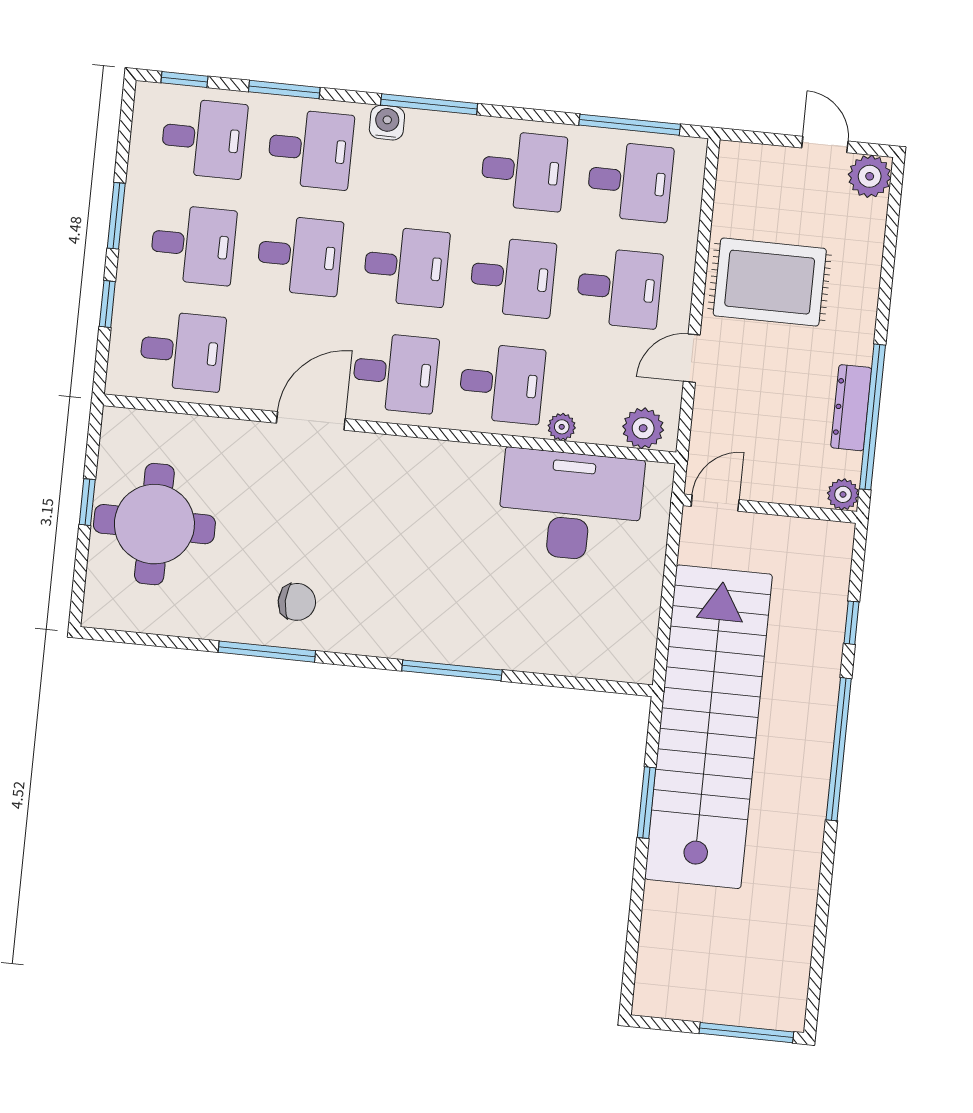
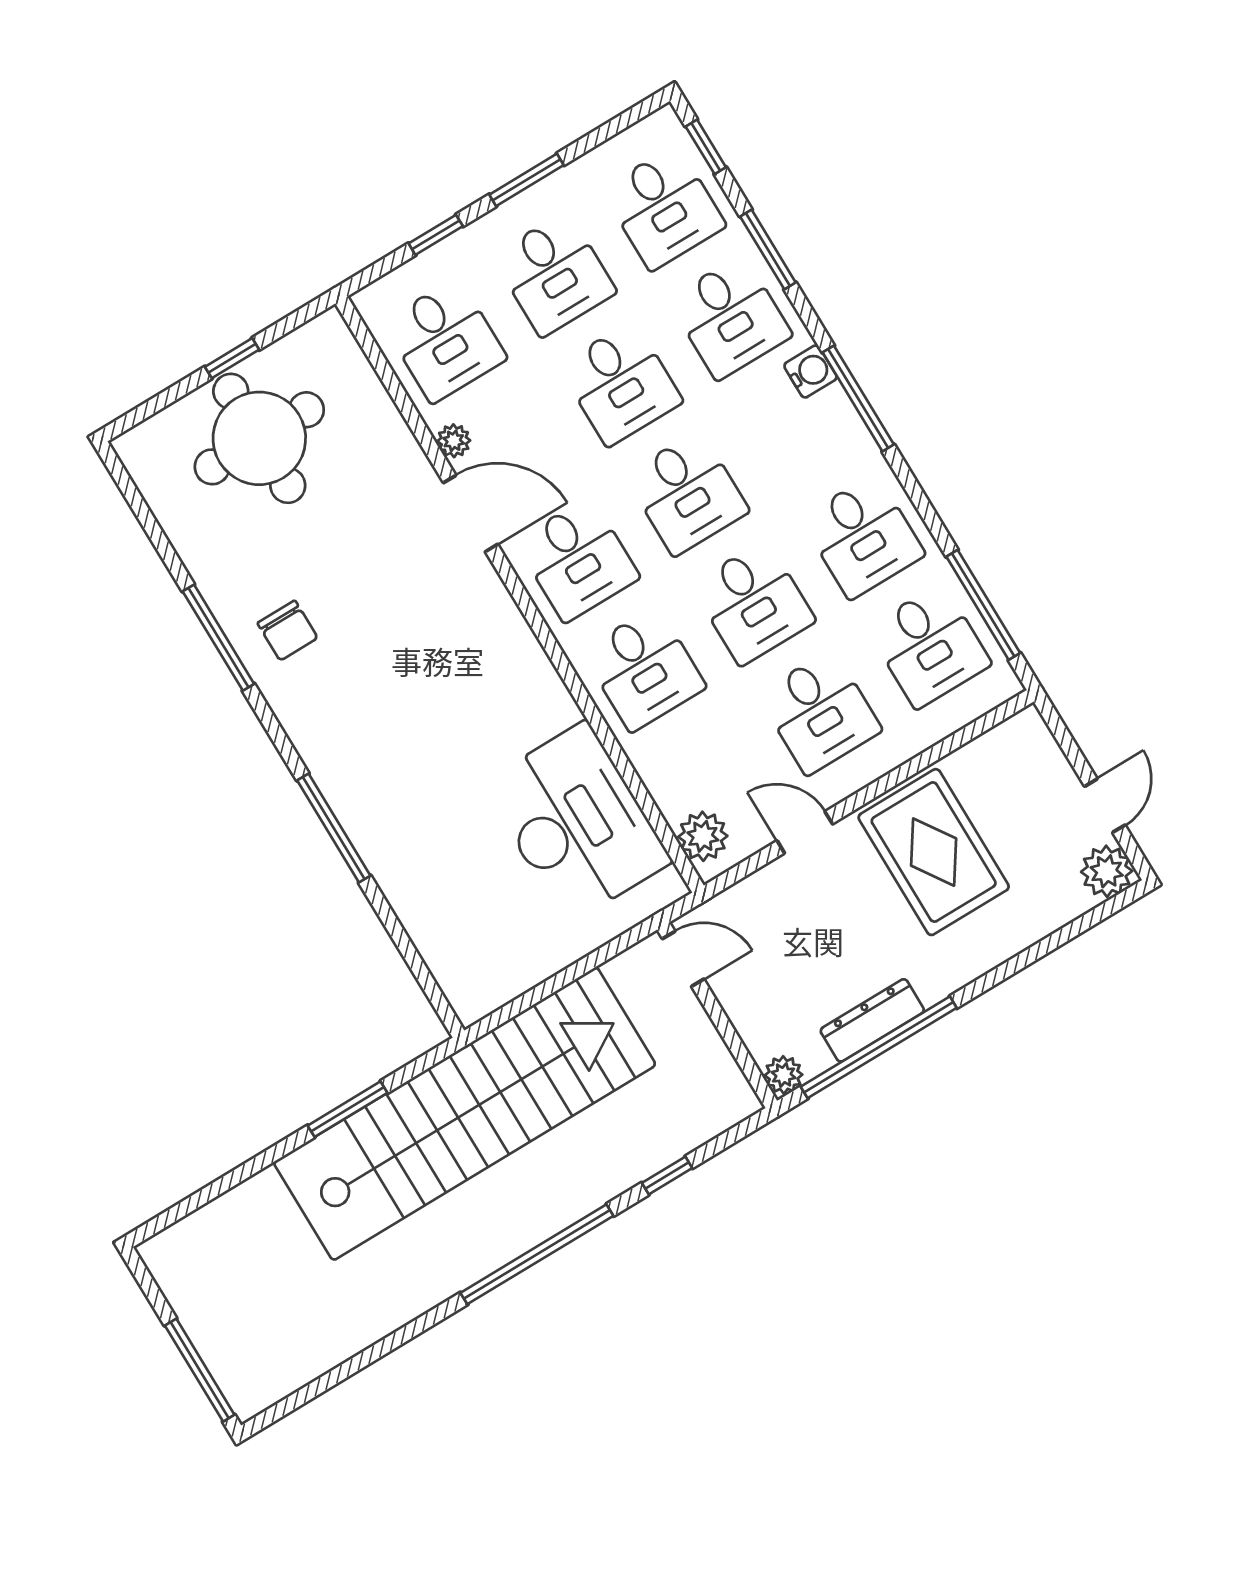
plant: (562, 427) -> (454, 441), moved

